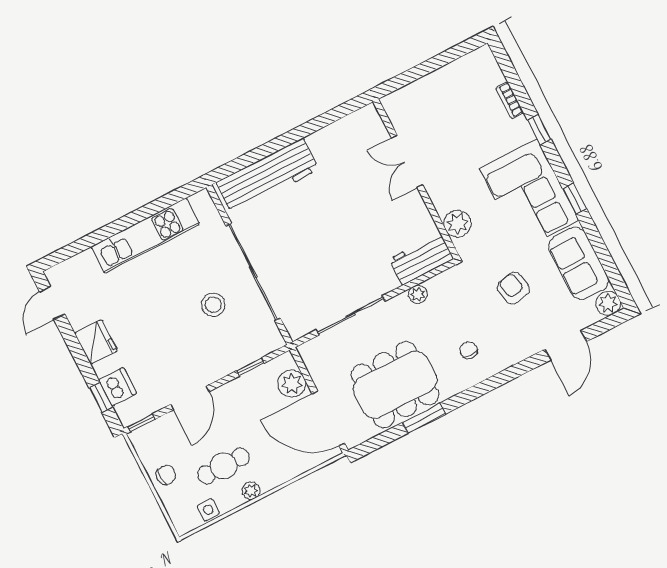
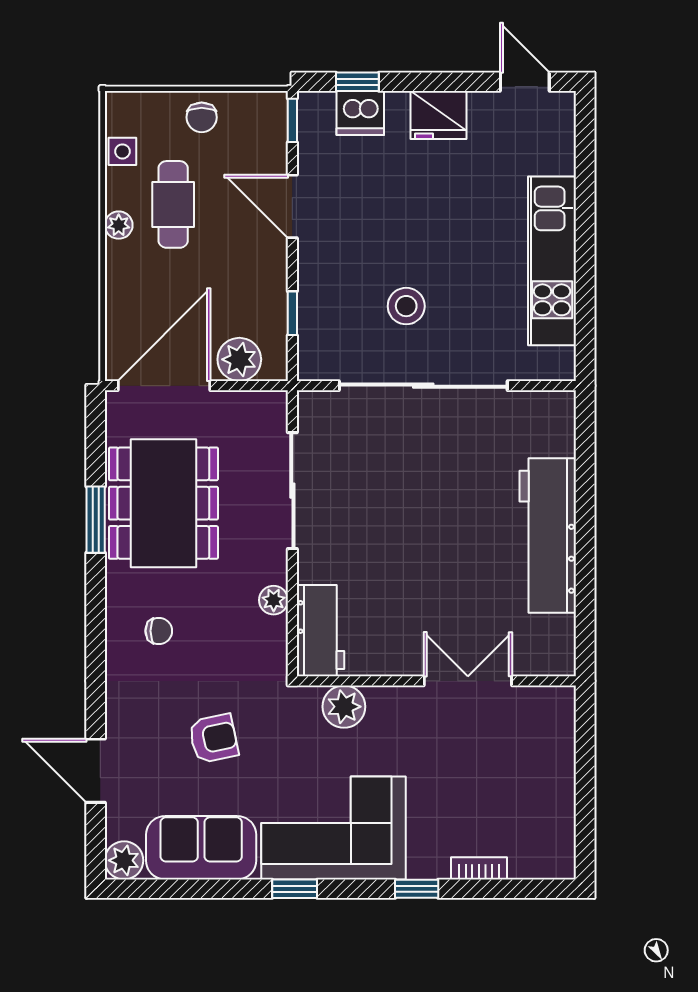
workbench: (267, 176) -> (548, 536), moved

